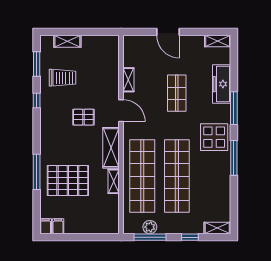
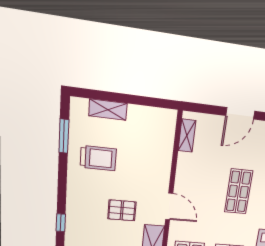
door: (168, 32) -> (240, 113), hinge flipped
shelving: (128, 80) -> (187, 136), moved
window: (37, 101) -> (61, 223), moved

